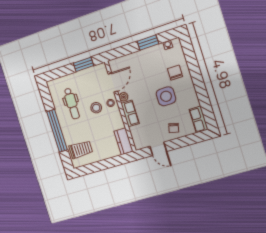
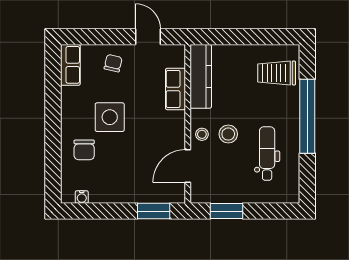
window: (148, 42) -> (154, 211), moved
plant: (124, 97) -> (178, 138), removed
row of seats: (130, 113) -> (175, 89), moved
kitchen counter: (123, 141) -> (201, 76), width x1.50

